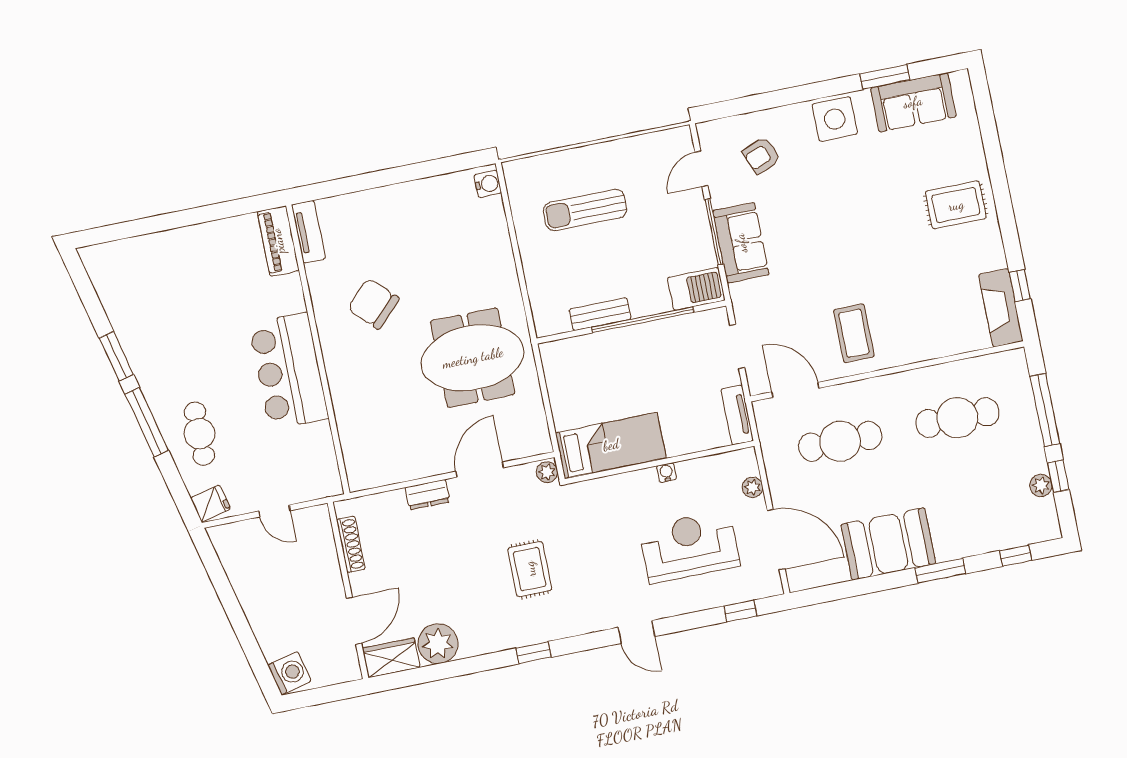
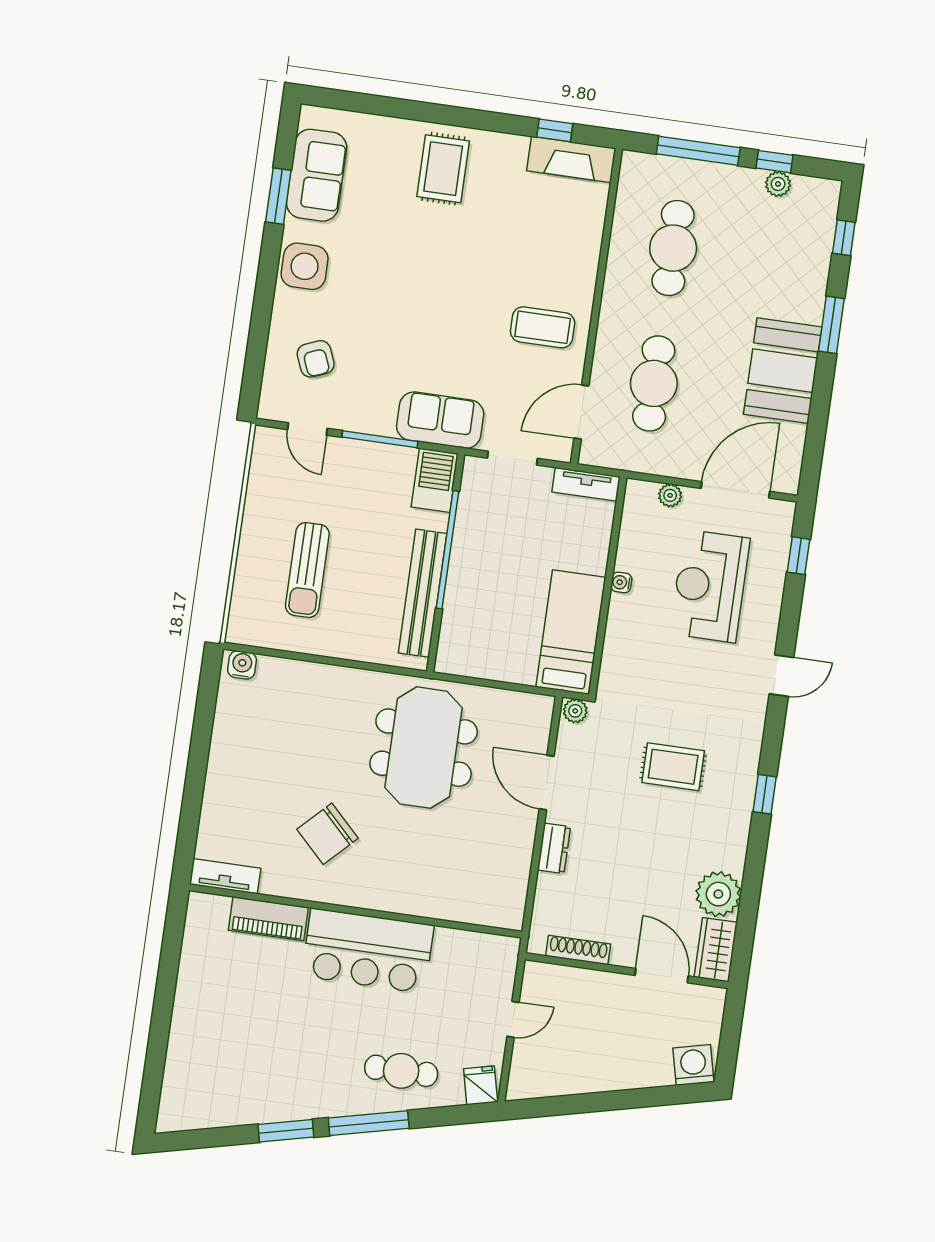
piano: (278, 241) -> (268, 919), moved
sofa: (741, 243) -> (440, 420), moved
bench: (600, 314) -> (423, 593), width x1.86, depth x1.21

